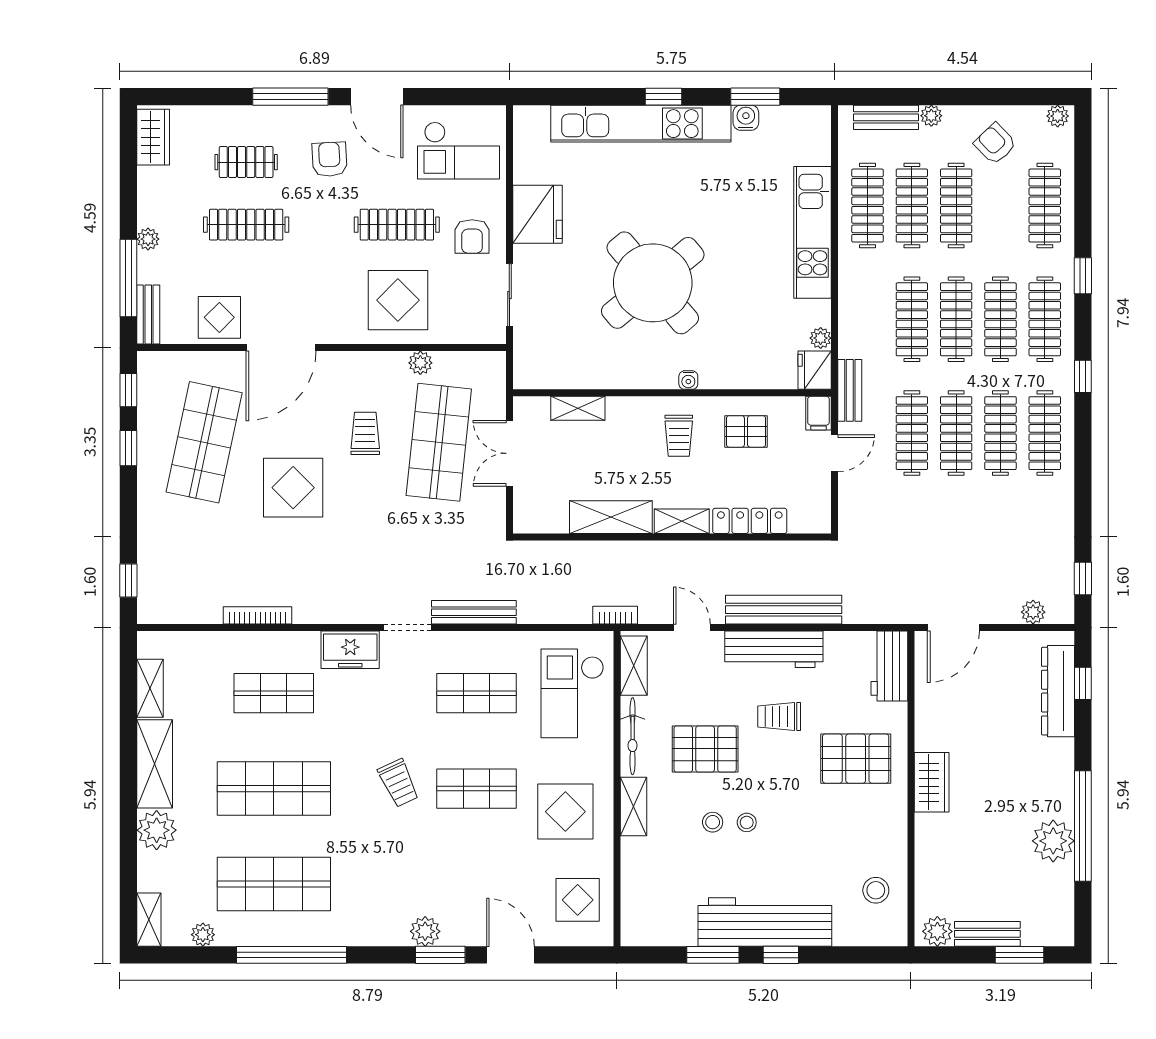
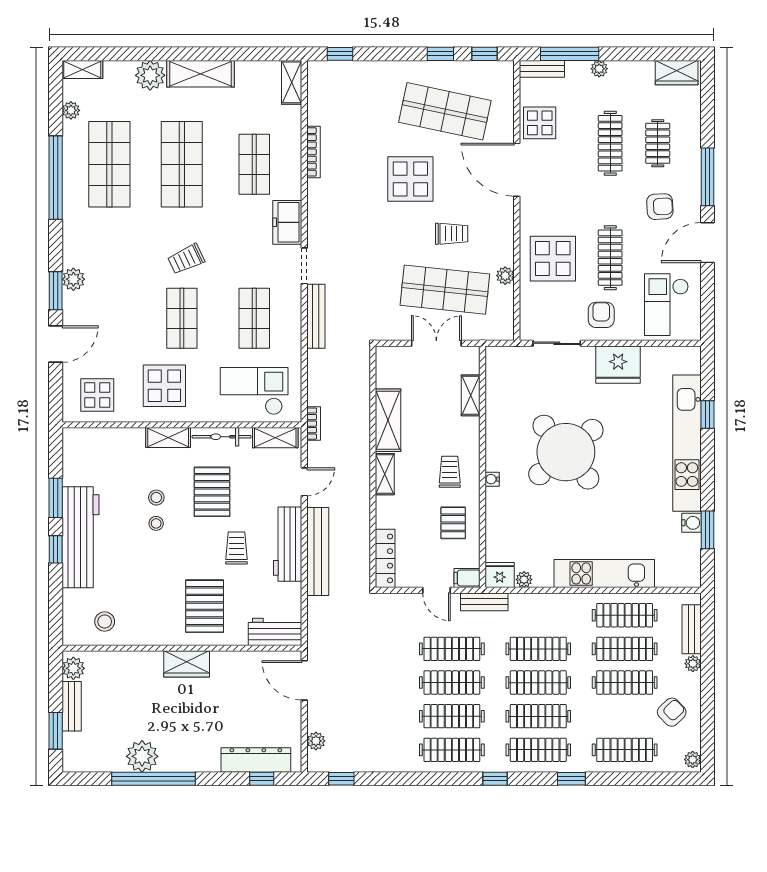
window: (663, 97) -> (707, 414), moved
armchair: (472, 236) -> (601, 315), turned 90
trolley: (679, 436) -> (450, 472), turned 90
locker: (750, 521) -> (385, 558), moved
shelving: (150, 688) -> (292, 82), moved, turned 90

